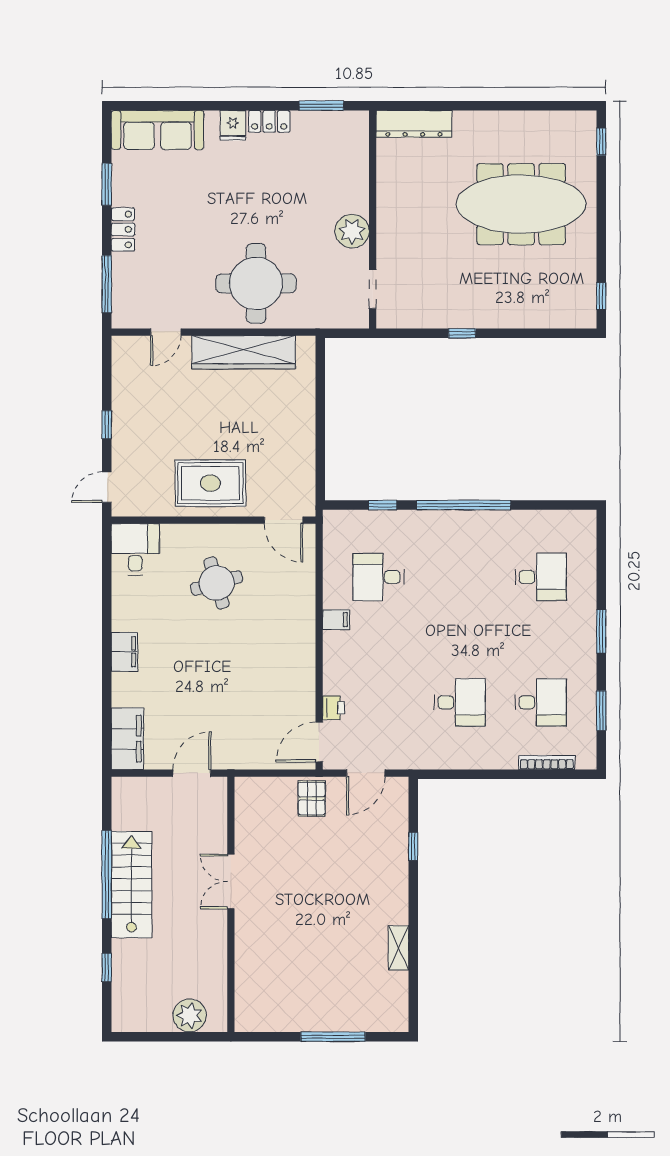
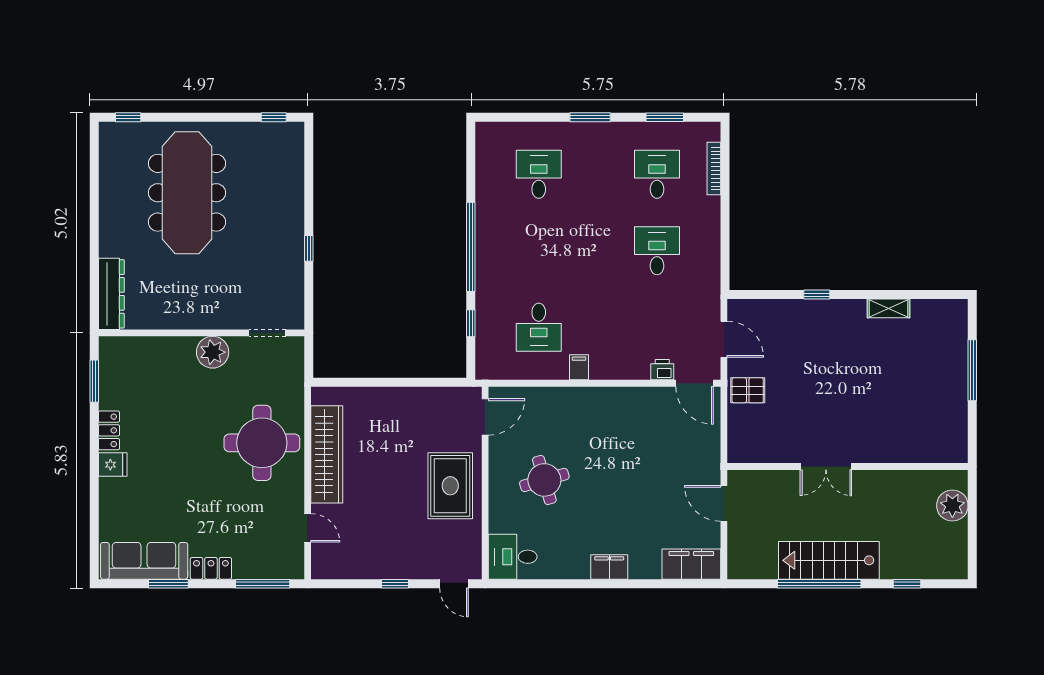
sofa: (157, 130) -> (144, 561), moved, turned -90
window: (413, 846) -> (817, 295), moved

